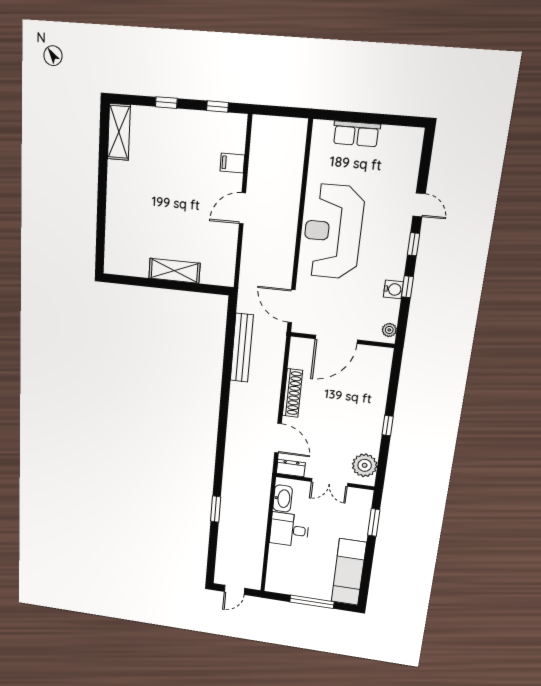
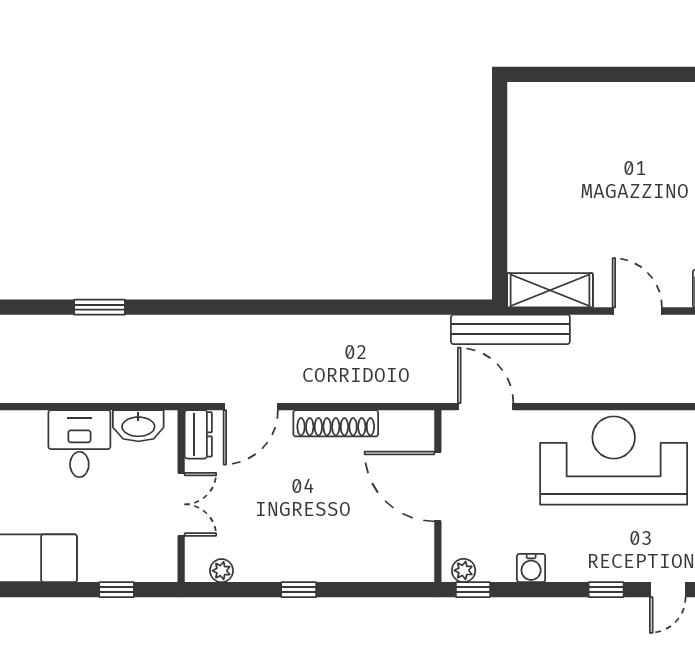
shelving: (174, 271) -> (550, 290), moved, turned 90
window: (407, 287) -> (473, 590), moved
door: (292, 306) -> (486, 407), hinge flipped
bench: (242, 348) -> (510, 329), moved
plant: (365, 465) -> (222, 571), width x0.53, depth x0.53
double door: (329, 482) -> (181, 504), swing flipped
window: (374, 523) -> (117, 590), width x0.67

